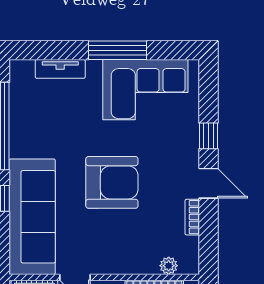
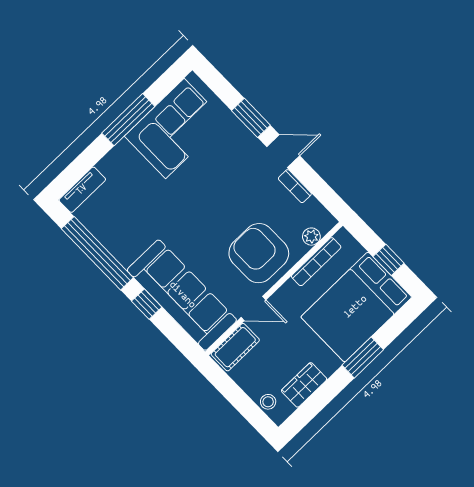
tv unit: (60, 69) -> (82, 190), moved
window: (209, 136) -> (251, 118), width x1.50
armchair: (112, 182) -> (259, 253), moved, turned -90

